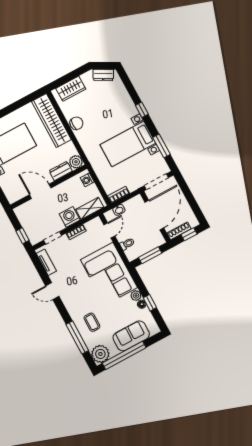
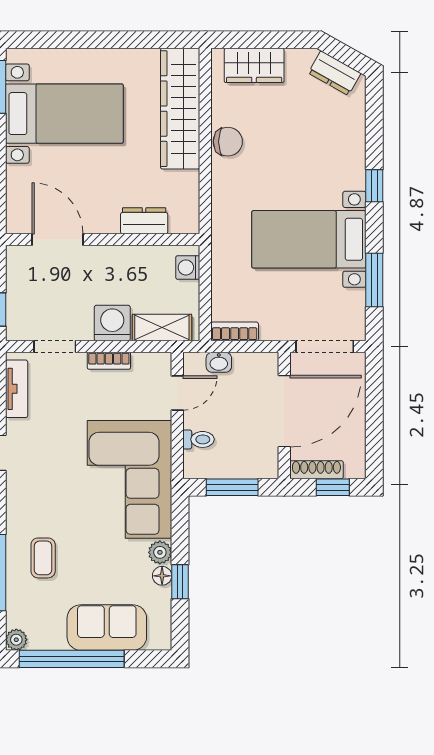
plant: (76, 162) -> (185, 219), removed
door: (40, 191) -> (57, 240), moved
plant: (100, 354) -> (16, 640), width x0.53, depth x0.53

